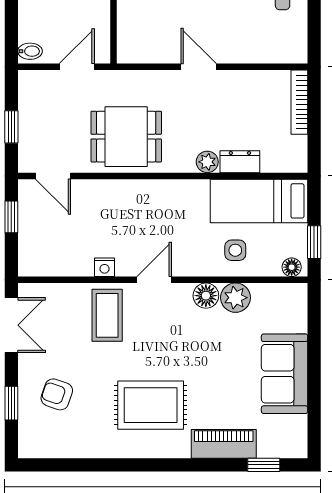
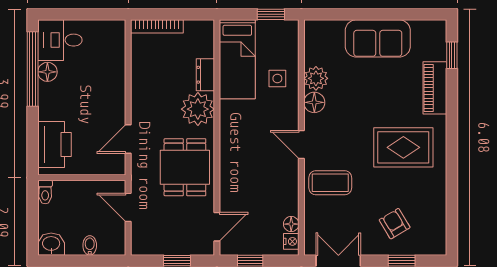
bidet: (30, 51) -> (90, 245), moved
door: (199, 67) -> (128, 139), moved
plant: (207, 162) -> (198, 109), width x1.88, depth x1.88
nightstand: (105, 267) -> (291, 241), moved
floor lamp: (292, 267) -> (291, 224), moved
armchair: (57, 394) -> (395, 224), turned 130
rug: (151, 405) -> (403, 147), turned 90

